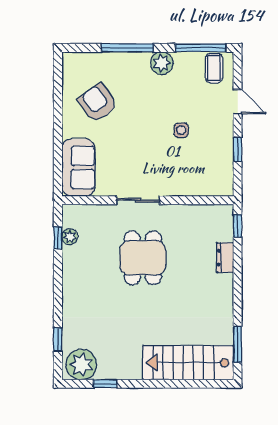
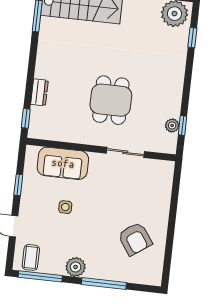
sofa: (78, 168) -> (63, 163), moved, turned -90
sliding door: (138, 200) -> (125, 152), moved

